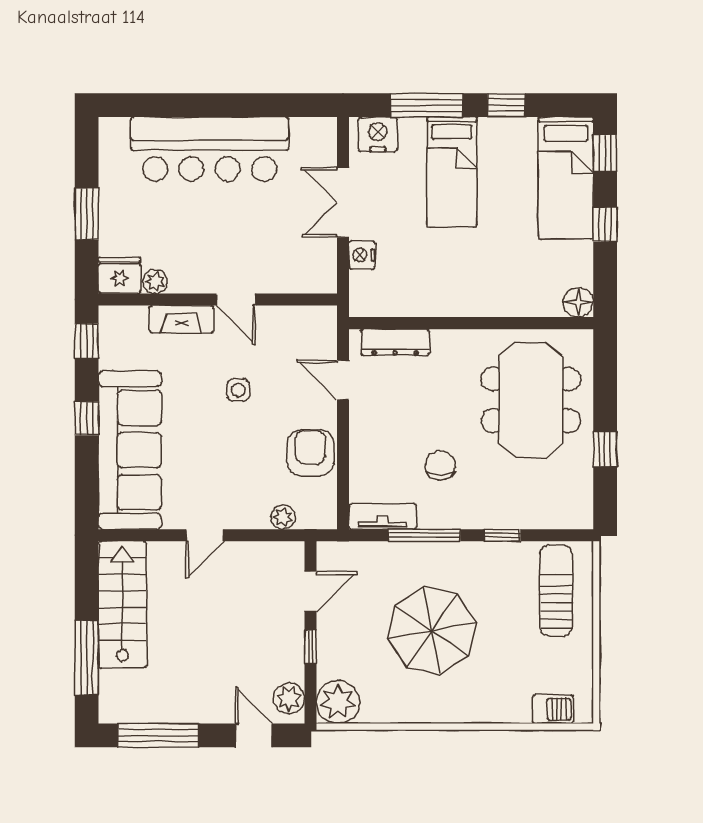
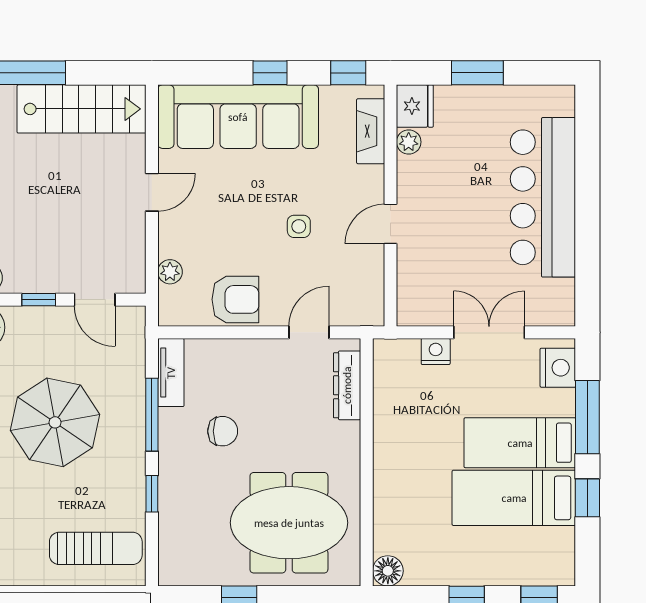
bed: (566, 178) -> (514, 498), moved
fireplace: (182, 319) -> (371, 131), moved
door: (205, 535) -> (152, 192), swing flipped

